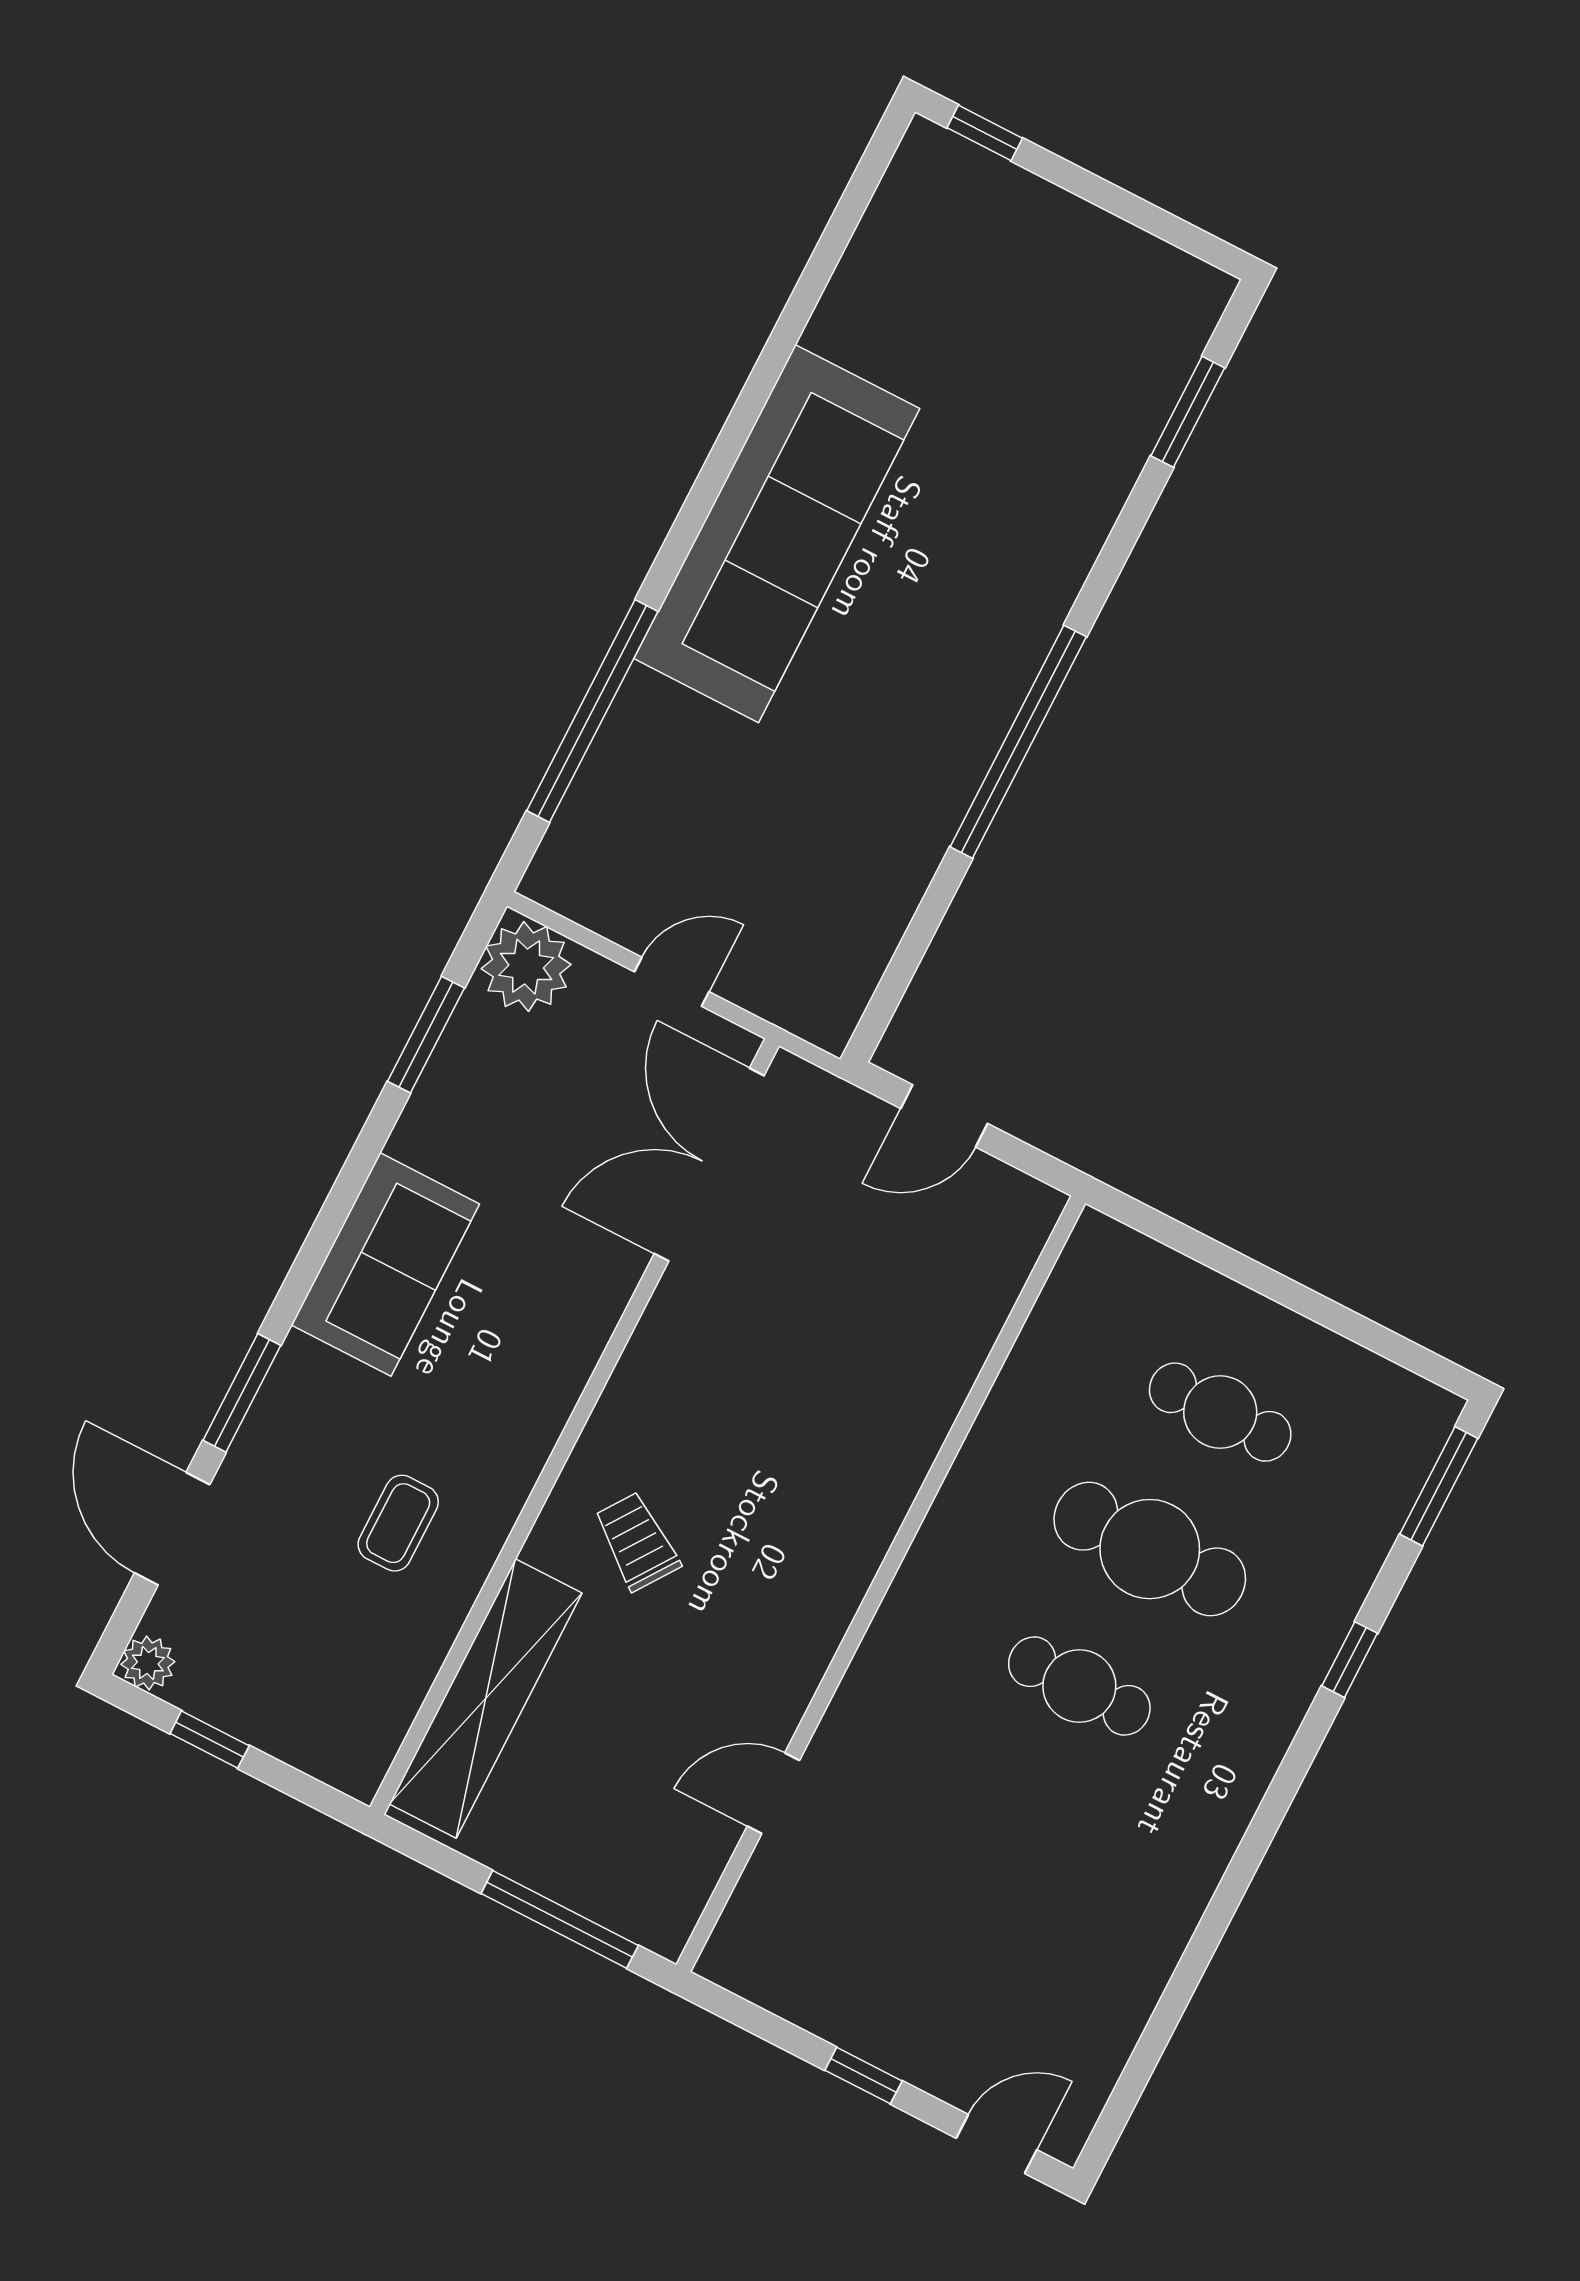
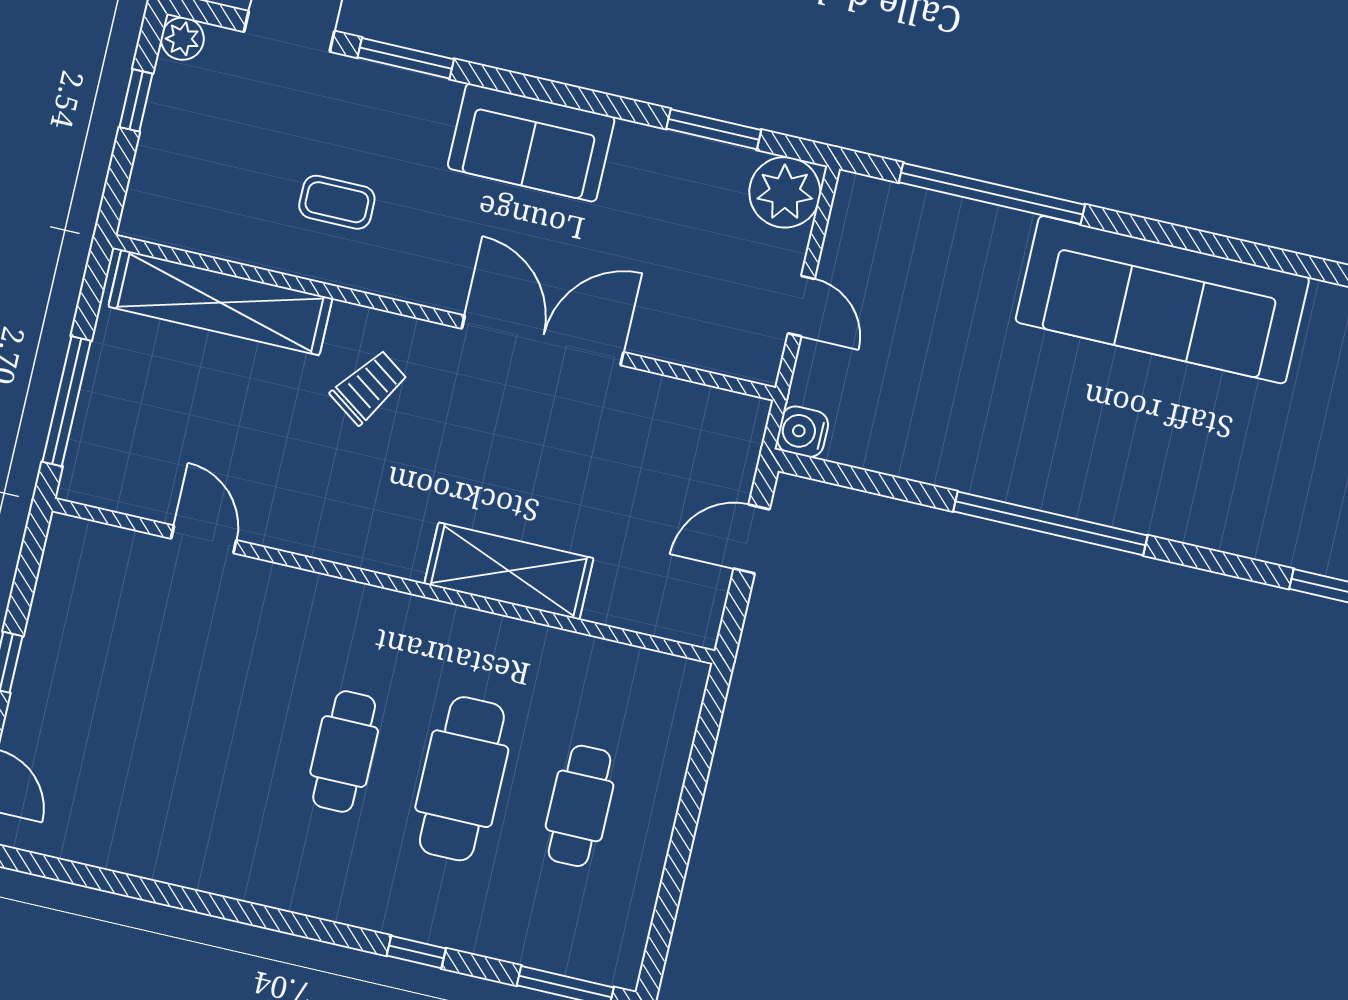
water cooler: (827, 1019) -> (803, 432), added
door: (944, 1116) -> (752, 539), hinge flipped
double door: (709, 1165) -> (543, 340), moved
shelving: (908, 1426) -> (509, 571), added

